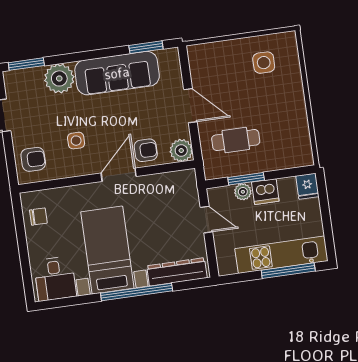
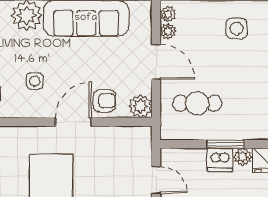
plant: (195, 58) -> (168, 14), added
plant: (198, 74) -> (168, 31), added
window: (246, 179) -> (226, 144), moved
plant: (243, 192) -> (243, 157), moved

